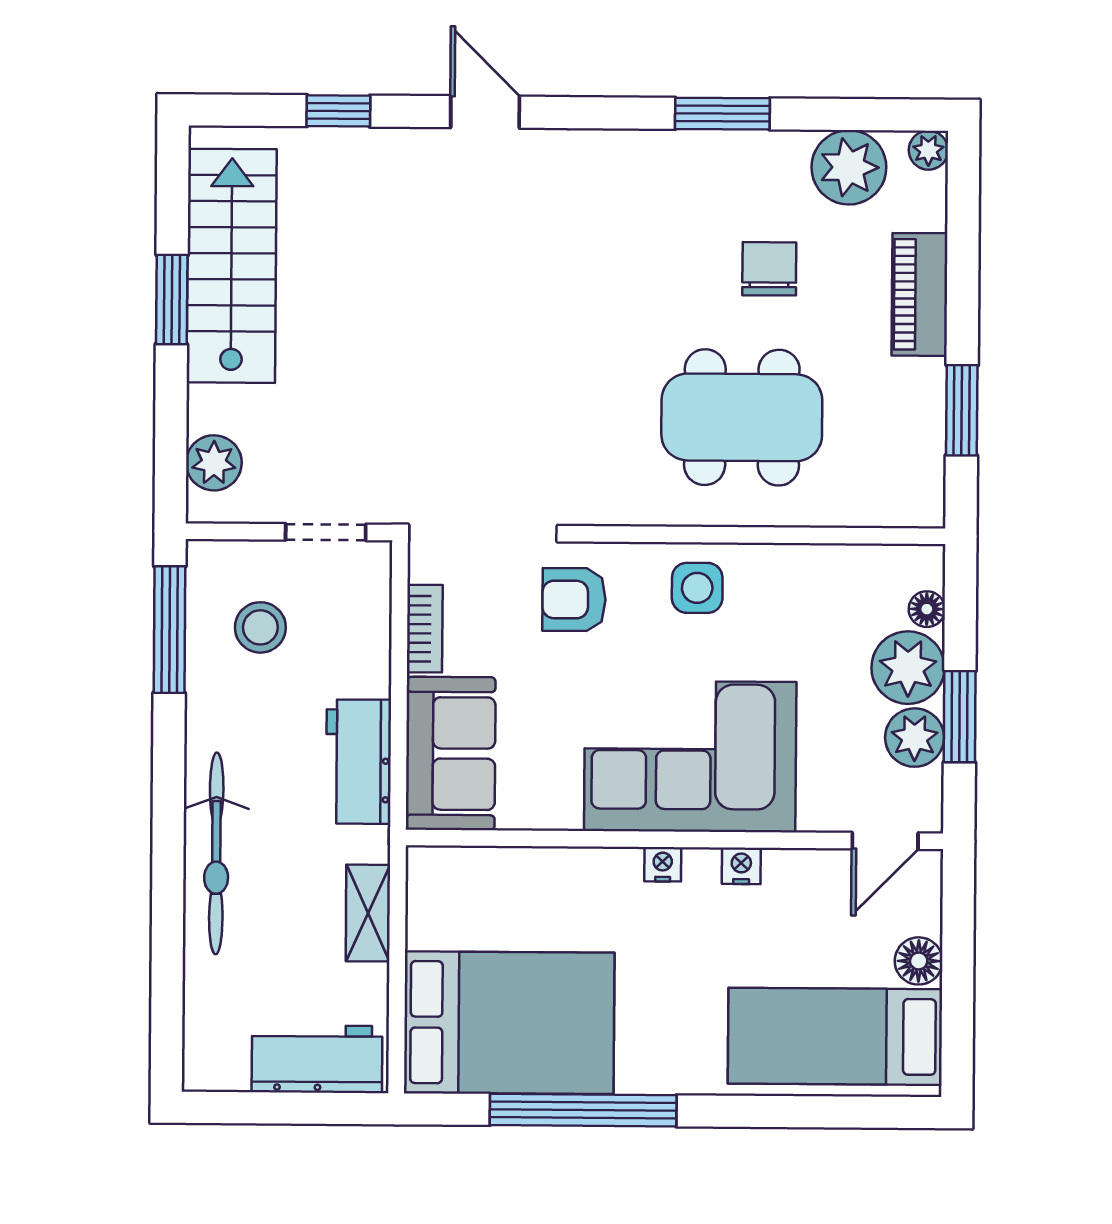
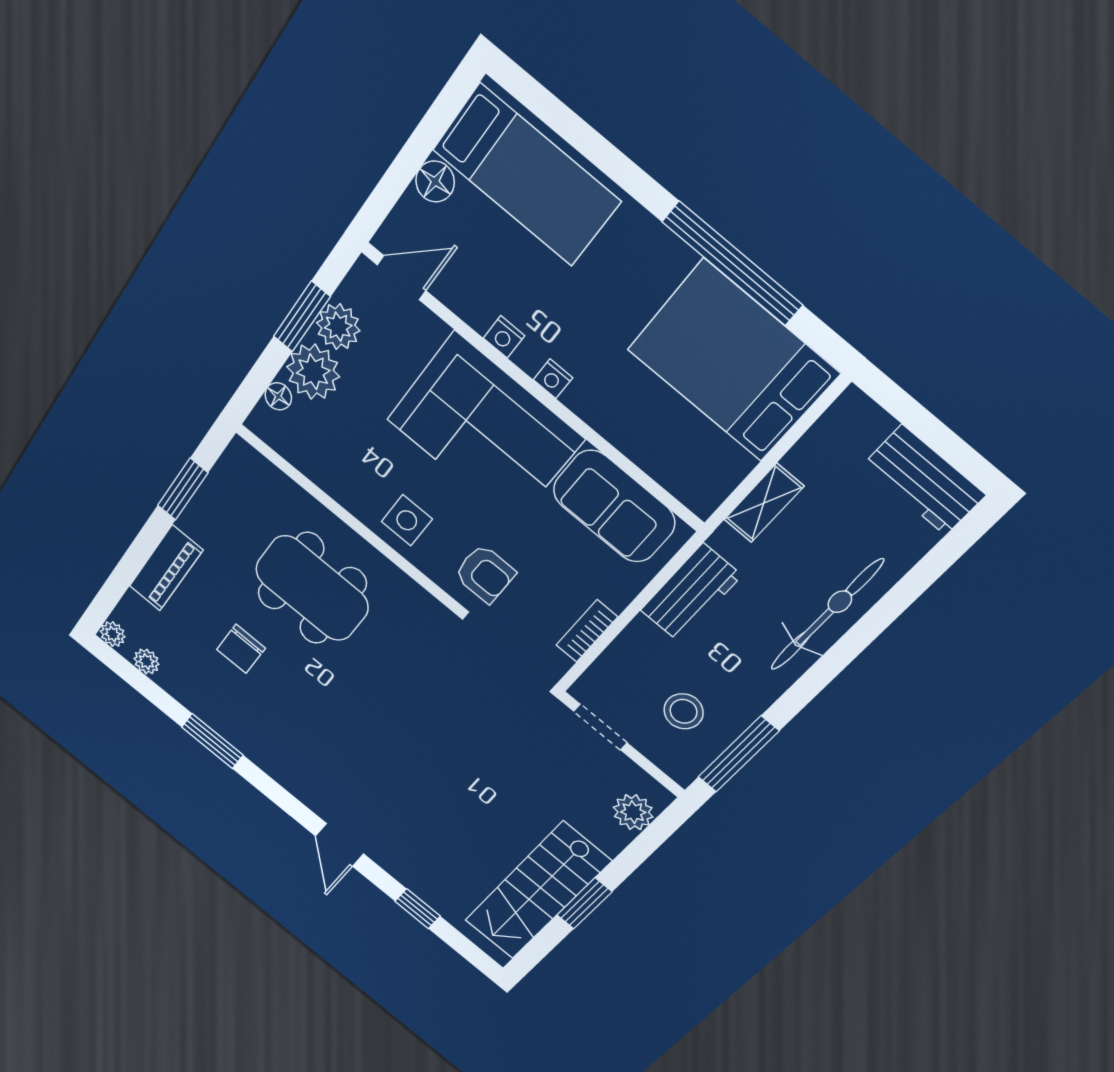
plant: (849, 167) -> (146, 661), width x0.53, depth x0.53
sofa: (451, 753) -> (614, 506), moved, turned -90
workbench: (317, 1059) -> (924, 480), moved

